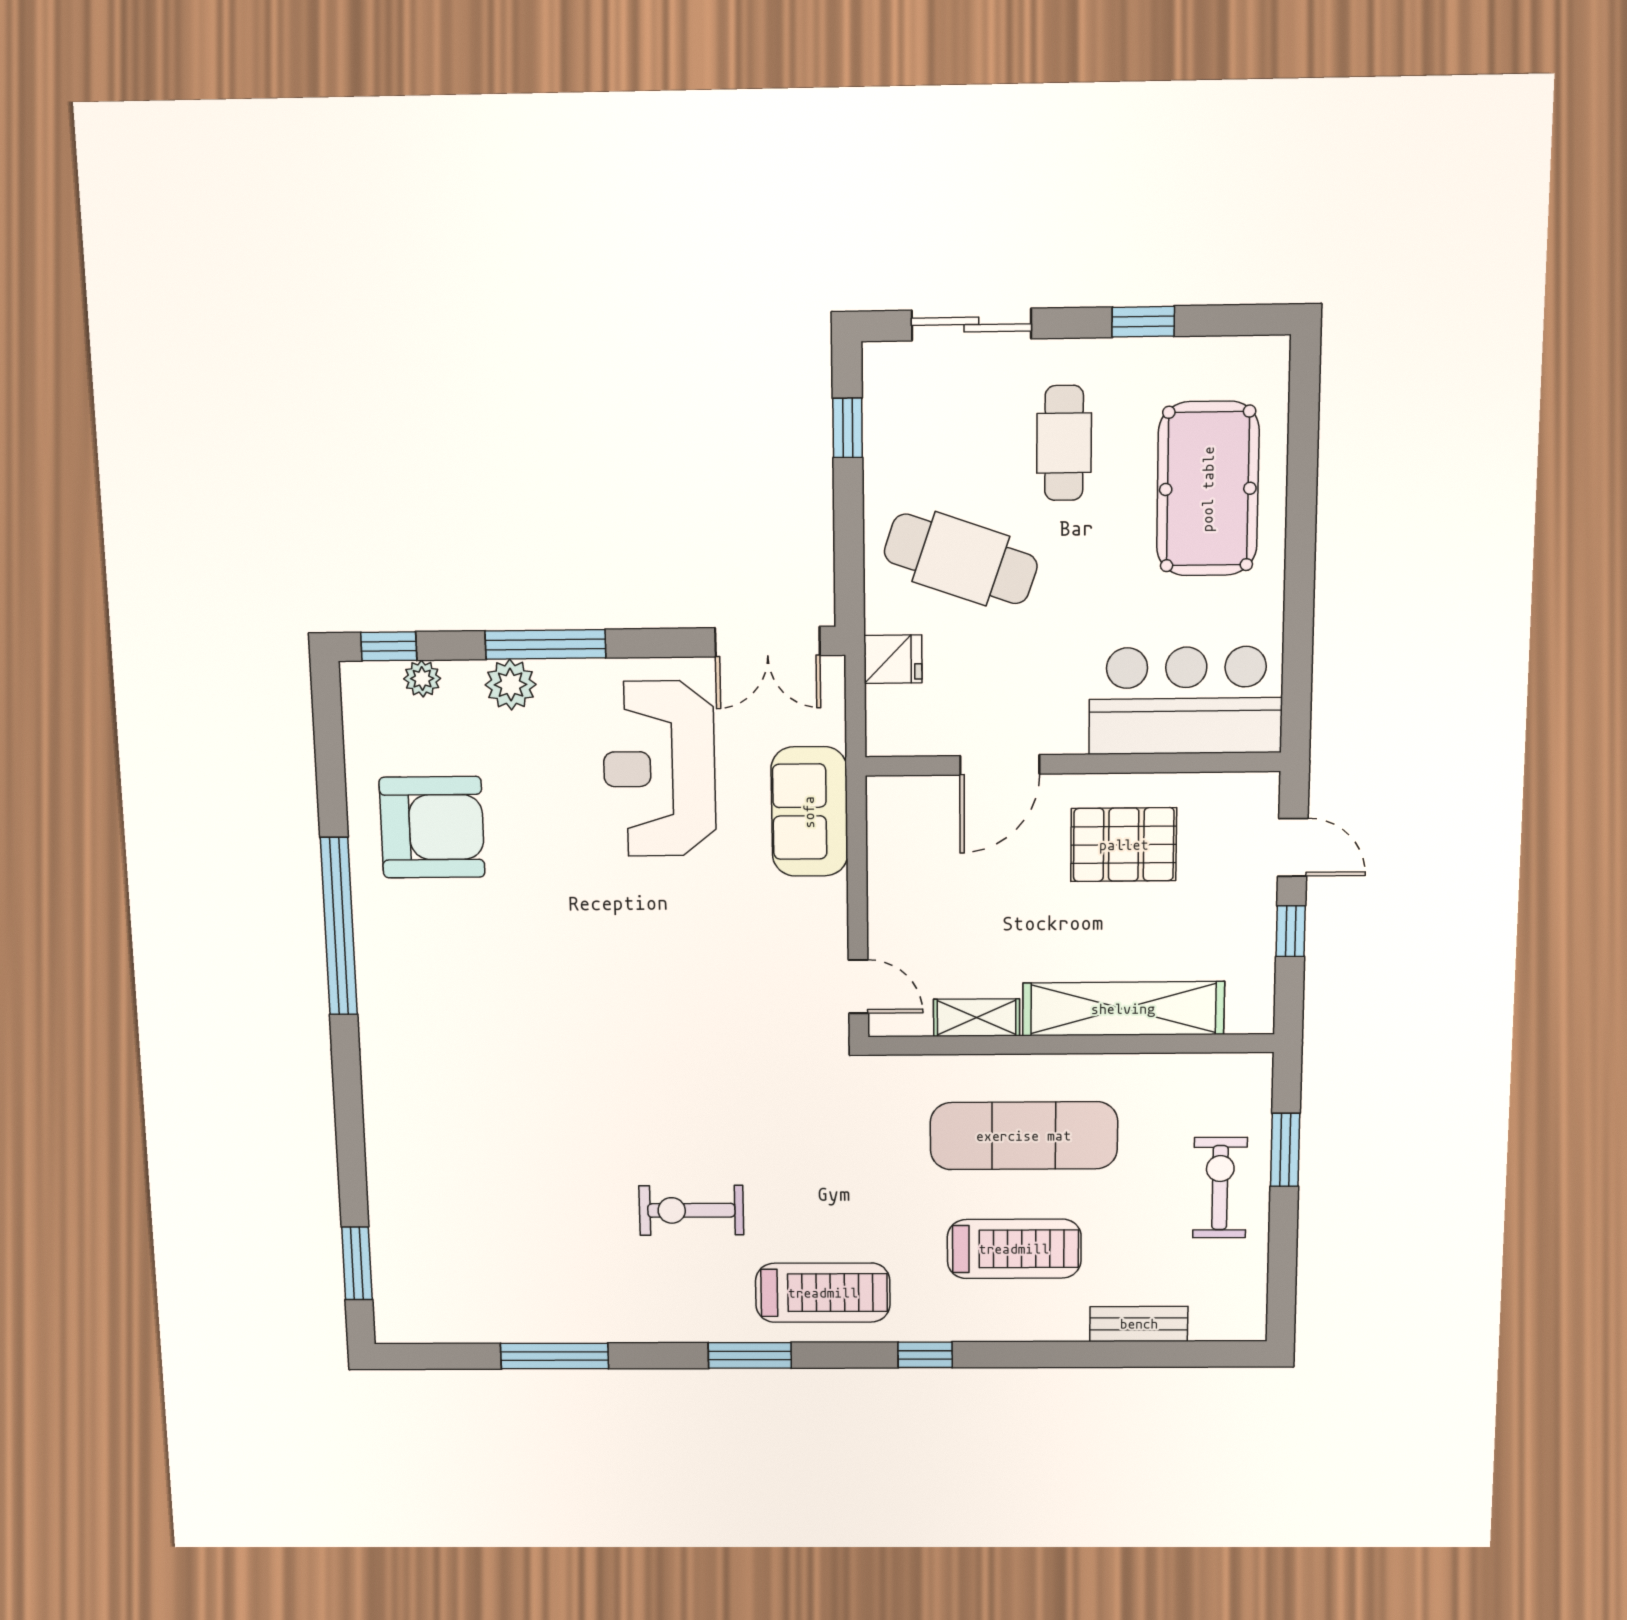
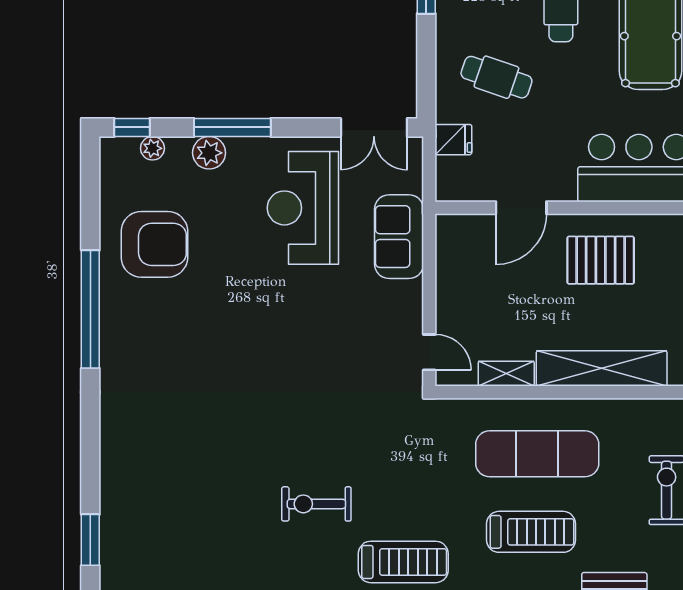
cafe table: (961, 559) -> (496, 77), width x0.73, depth x0.74

